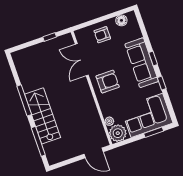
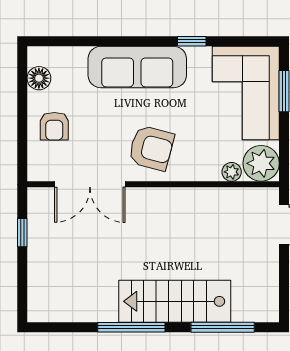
window: (153, 59) -> (137, 41), removed
armchair: (108, 82) -> (151, 148), turned 105

